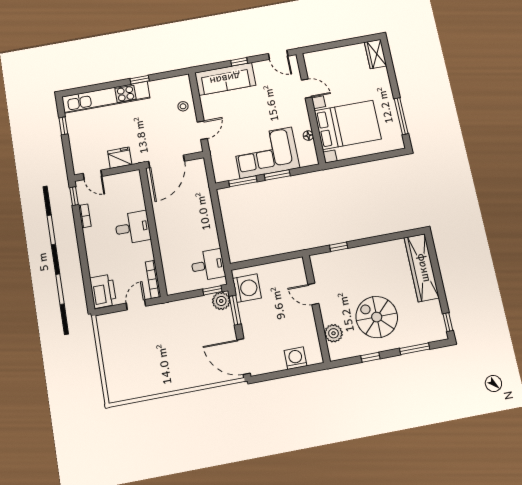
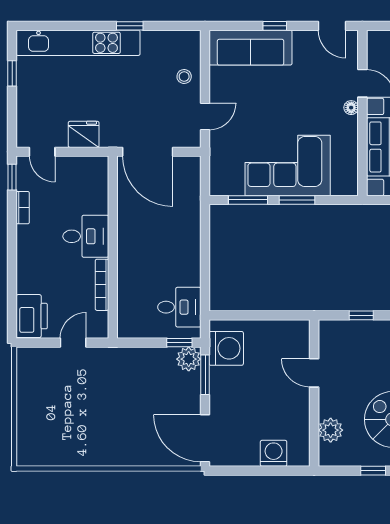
floor lamp: (308, 136) -> (351, 108), moved
door: (166, 161) -> (148, 152), hinge flipped
bookcase: (153, 279) -> (102, 285), moved

